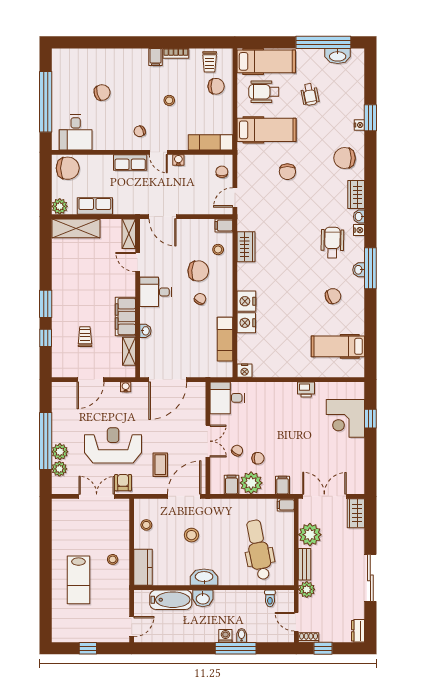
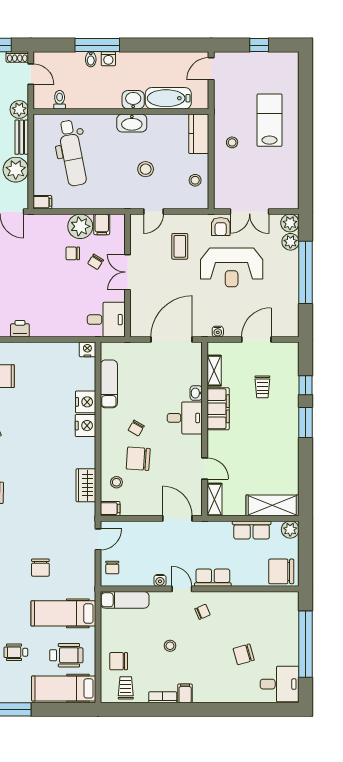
wheelchair: (310, 94) -> (16, 652), turned -79
desk: (76, 132) -> (280, 684), moved, turned 90
chair: (287, 172) -> (40, 568), turned 180
desk: (156, 292) -> (185, 418), moved
plant: (60, 452) -> (290, 223), moved
filing cabinet: (283, 485) -> (46, 224), removed
door: (184, 496) -> (153, 212), width x0.53

